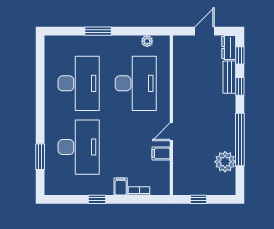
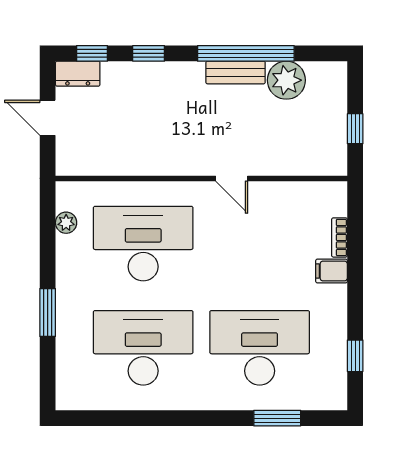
bench: (229, 77) -> (236, 72), moved
filing cabinet: (161, 153) -> (271, 197), removed
window: (97, 199) -> (355, 356), moved

